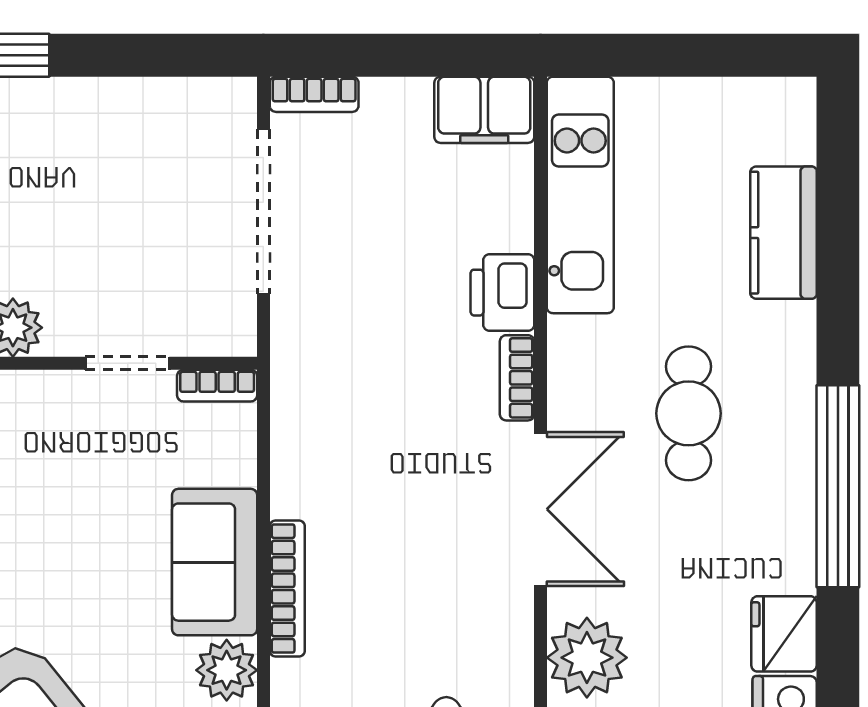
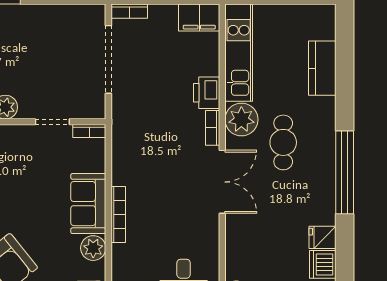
fridge: (784, 634) -> (322, 237), width x0.72
plant: (587, 658) -> (241, 119), moved

